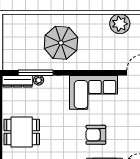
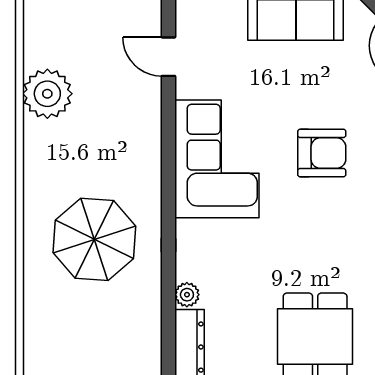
window: (36, 73) -> (168, 302), removed
armchair: (96, 135) -> (322, 153), turned -90

